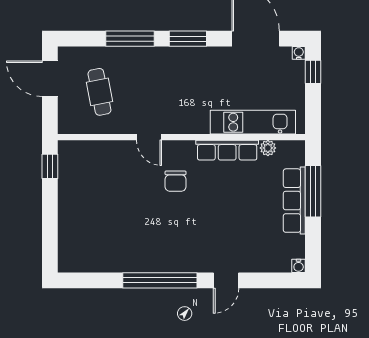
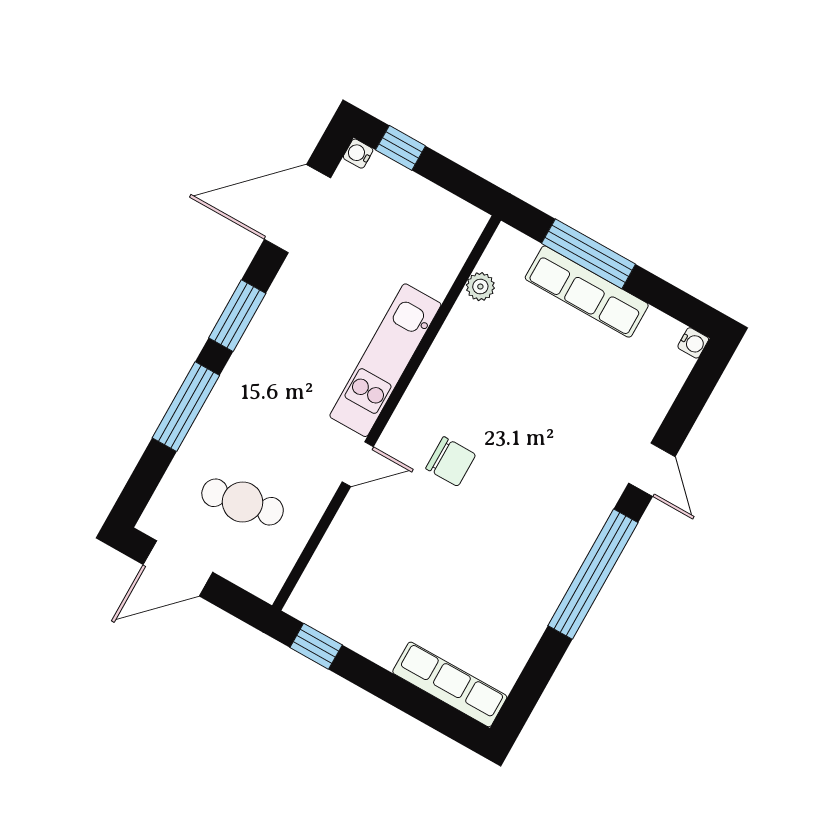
kitchen unit: (253, 122) -> (385, 360), moved
row of seats: (227, 150) -> (450, 684), moved, turned -90

